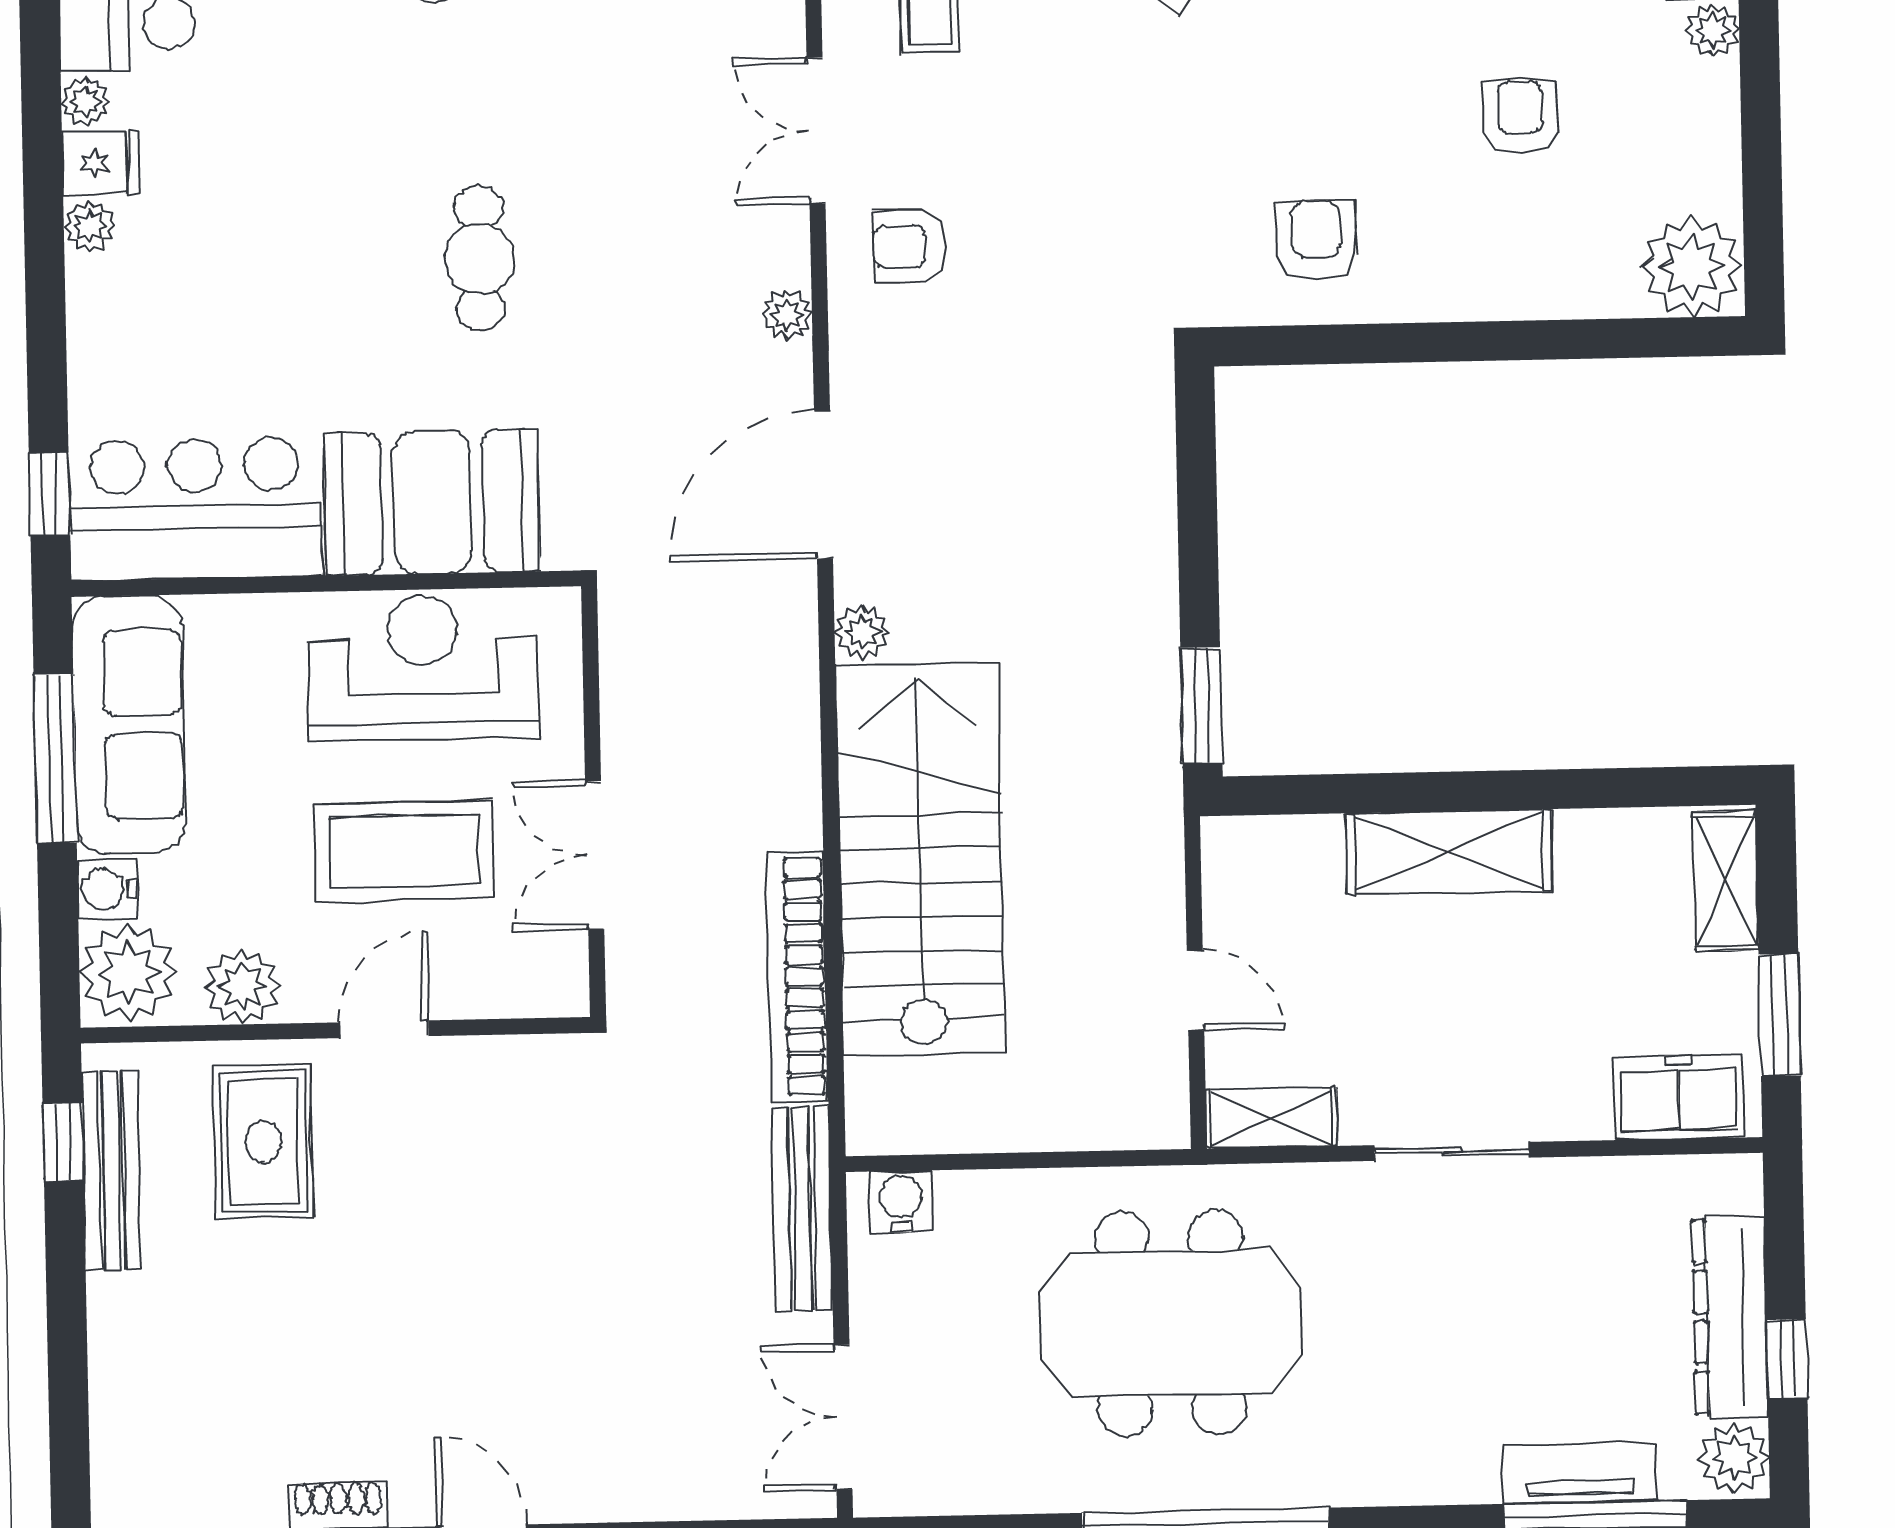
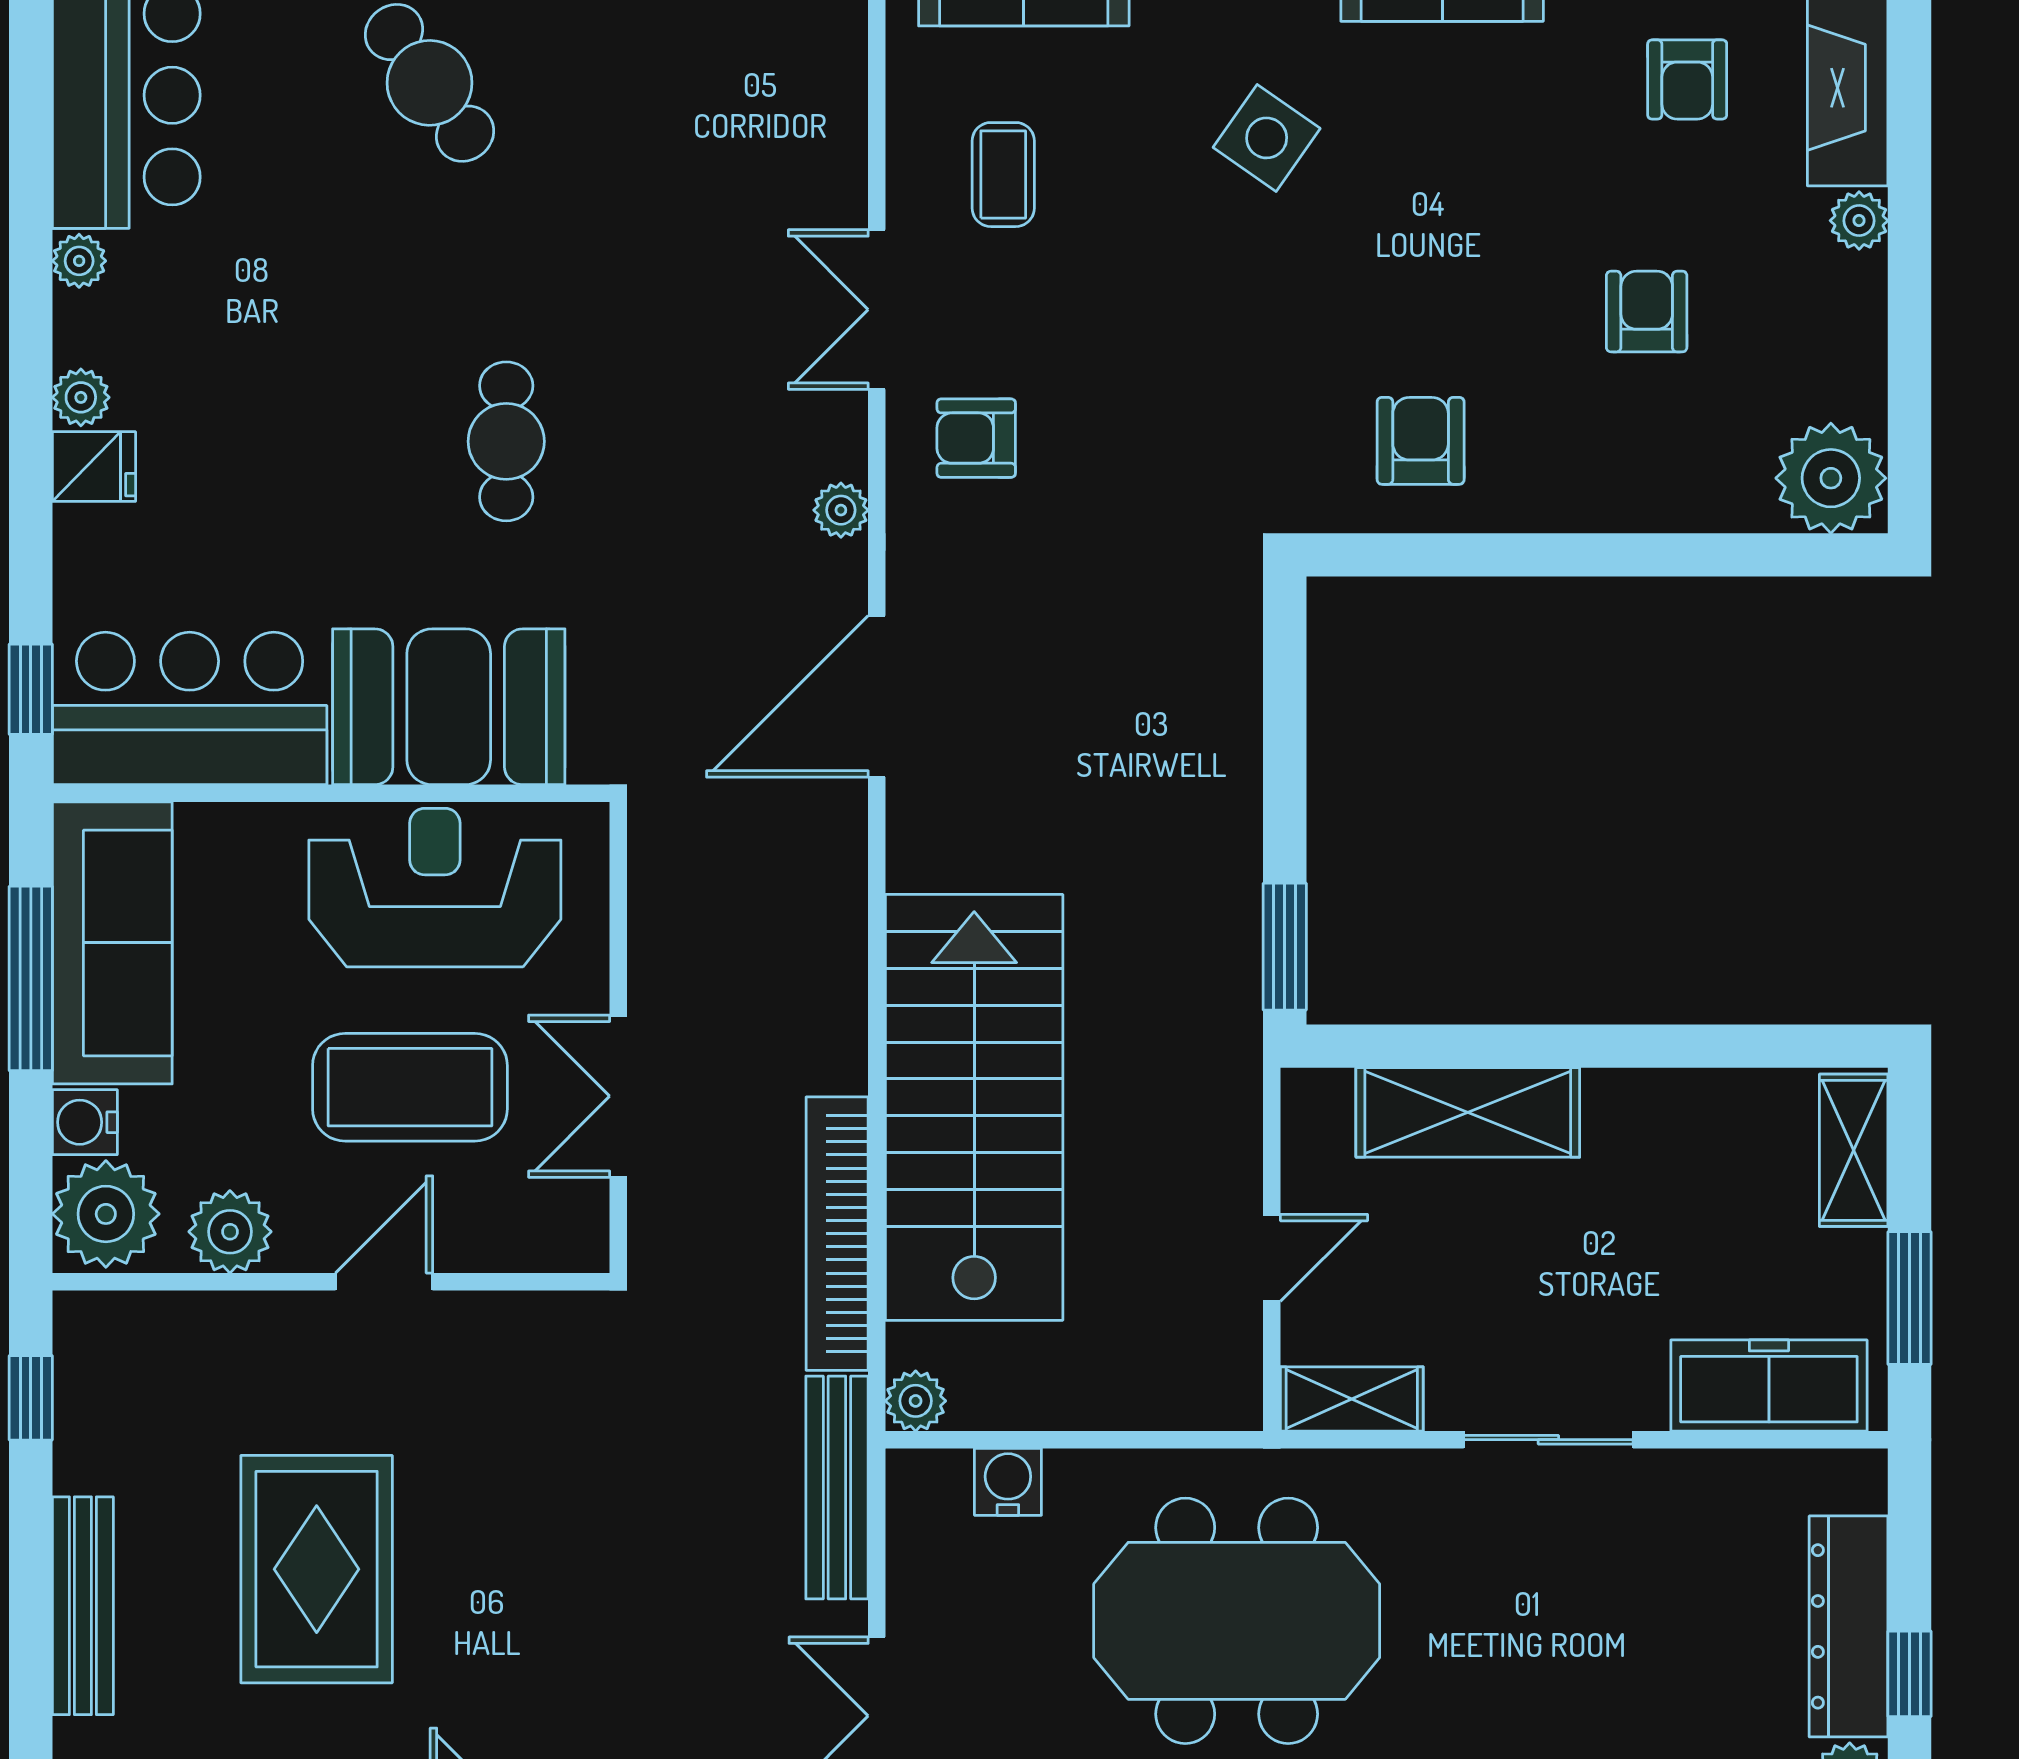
fridge: (100, 163) -> (94, 467), moved
plant: (862, 632) -> (916, 1401), moved
shelving: (1449, 852) -> (1468, 1112), moved
door: (1196, 991) -> (1272, 1258), hinge flipped
freezer: (1678, 1097) -> (1769, 1386), width x1.40
rug: (263, 1141) -> (317, 1569), moved, width x1.36, depth x1.43
bench: (111, 1170) -> (83, 1606), moved
water cooler: (901, 1202) -> (1008, 1482), moved

